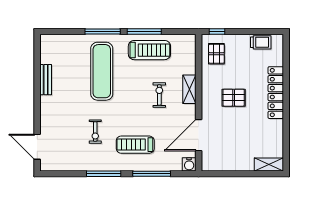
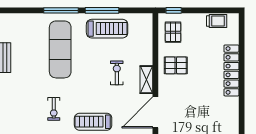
shelving: (189, 89) -> (146, 80), moved
pallet: (234, 98) -> (176, 65), moved

